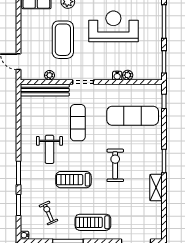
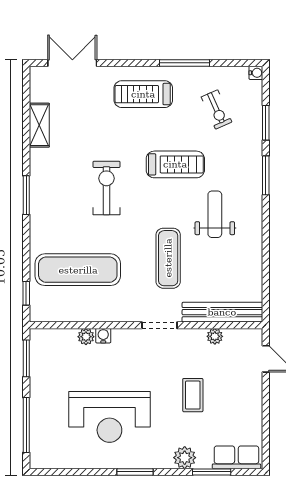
coffee table: (63, 40) -> (193, 395), width x0.54, depth x0.58
exercise bike: (115, 165) -> (106, 188), turned 180
shelving: (156, 188) -> (39, 125), moved
treadmill: (93, 222) -> (143, 94), turned 180

